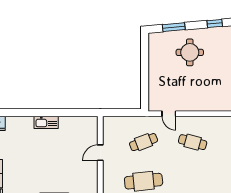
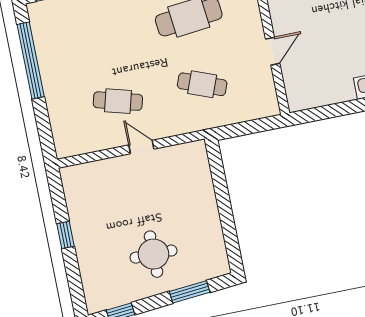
door: (169, 114) -> (141, 147), moved
cafe table: (144, 142) -> (202, 84), turned 42

